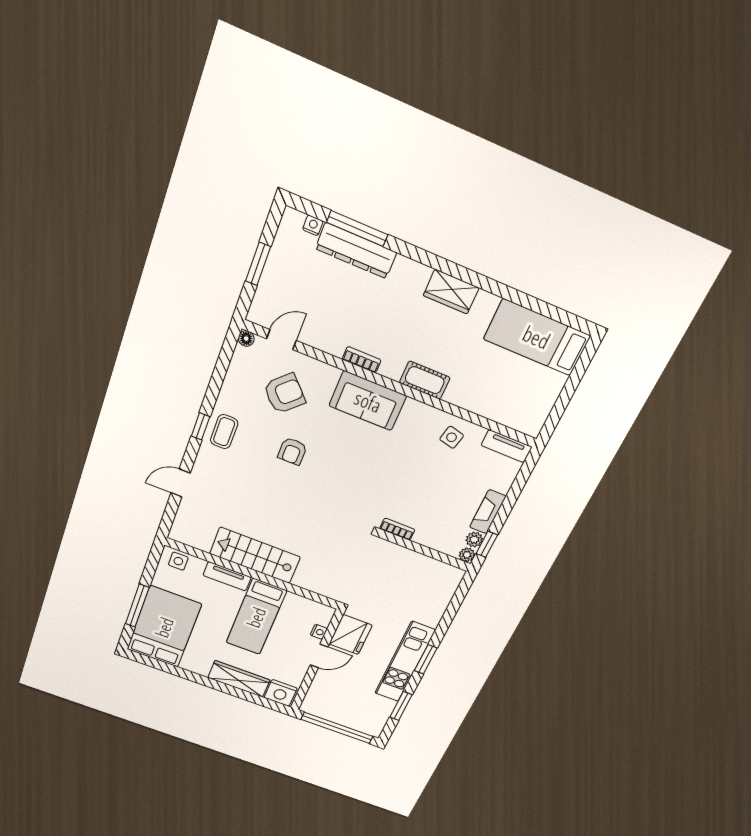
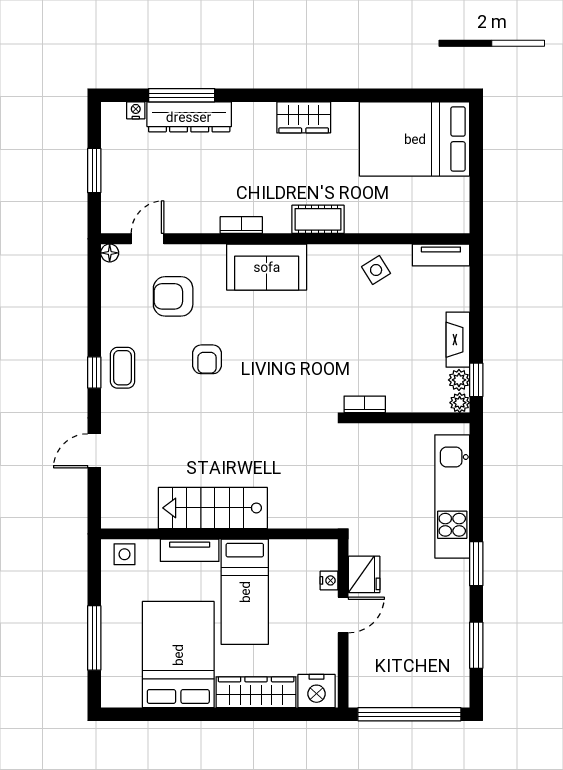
bed: (537, 337) -> (415, 139), width x1.50
armchair: (284, 394) -> (173, 296), turned -136
side table: (452, 437) -> (376, 270), turned 45
bed: (164, 627) -> (178, 655), moved
fridge: (351, 635) -> (364, 574), width x0.73, depth x0.75
kitchen unit: (405, 662) -> (452, 496), moved

